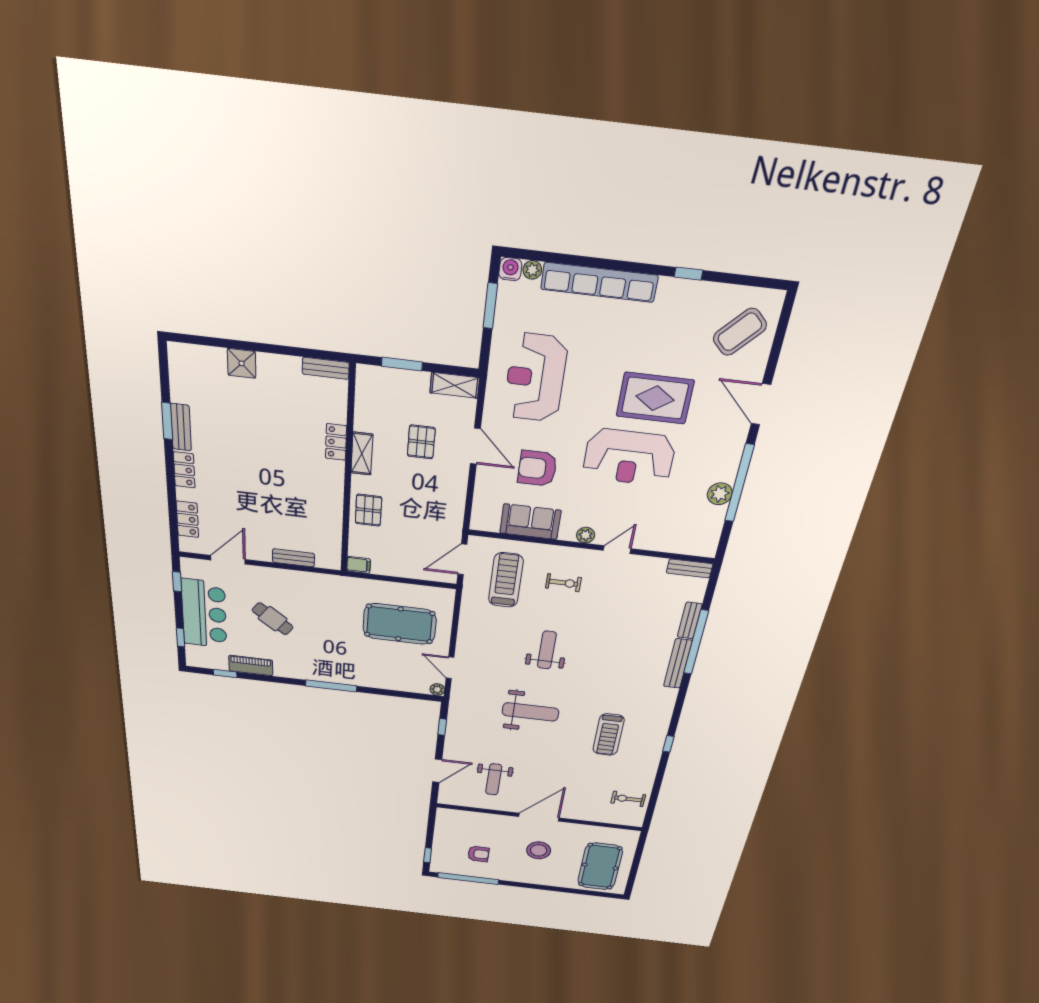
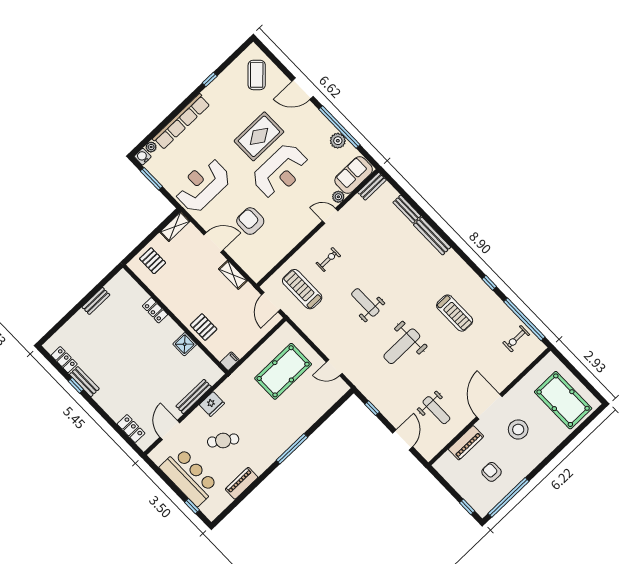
shower: (242, 363) -> (185, 344), moved
window: (402, 364) -> (144, 243), removed
bench: (326, 368) -> (96, 301), moved
reception desk: (535, 378) -> (203, 185), turned 90
window: (167, 421) -> (76, 385), width x0.67
pallet: (421, 442) -> (153, 261), moved
shelving: (362, 454) -> (233, 275), moved
armchair: (537, 468) -> (250, 221), turned 90
locker: (184, 470) -> (64, 360), moved
sofa: (530, 522) -> (354, 175), moved
plant: (586, 535) -> (338, 197), moved
door: (617, 550) -> (330, 216), hinge flipped
bench: (293, 558) -> (194, 396), width x1.36
fridge: (297, 581) -> (212, 404), added
window: (177, 582) -> (159, 472), removed
window: (696, 642) -> (524, 319), moved
window: (225, 673) -> (235, 504), removed
plant: (437, 689) -> (343, 388), removed
weight bench: (530, 712) -> (402, 346), turned 180
piano: (486, 820) -> (466, 443), added
armchair: (478, 854) -> (492, 472), turned -90

